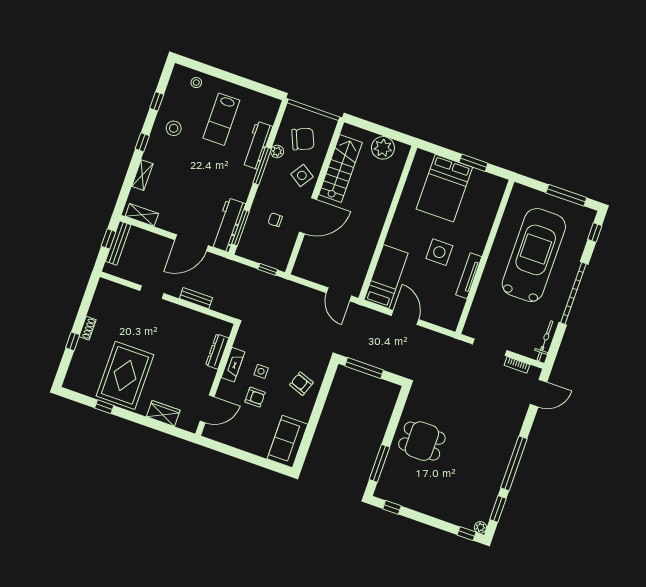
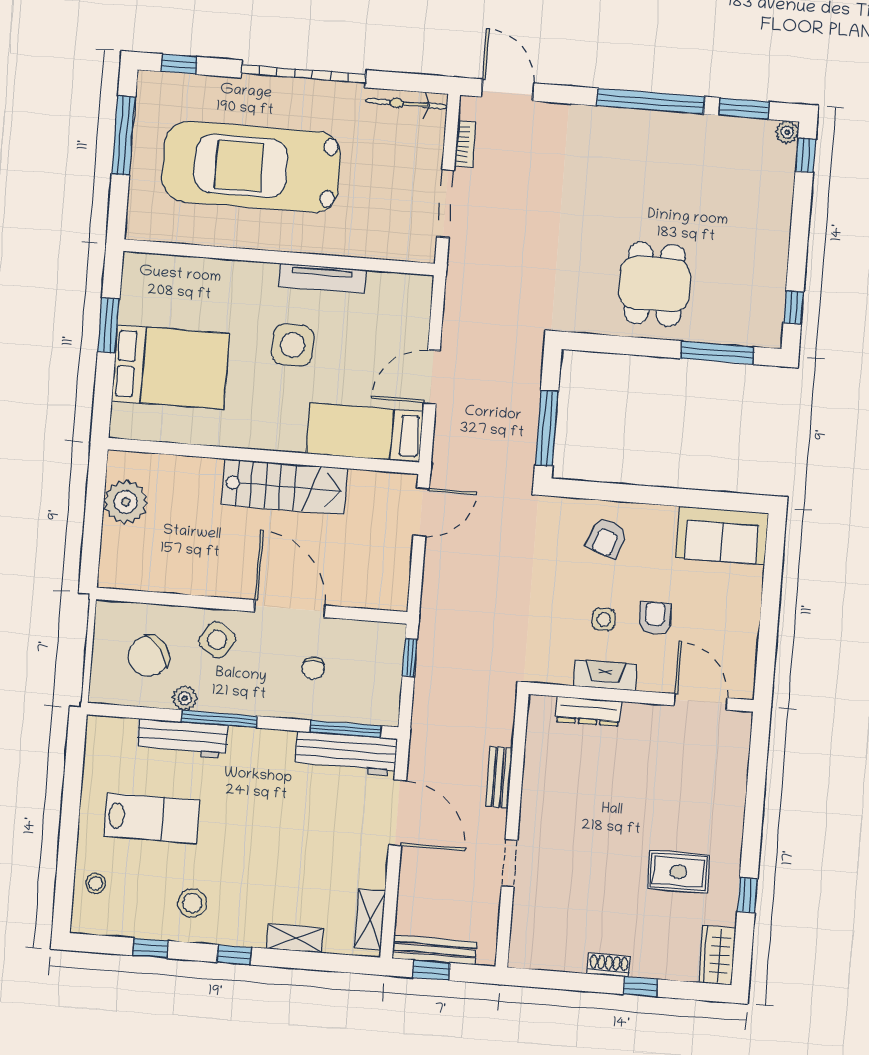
chair: (303, 139) -> (149, 656), turned -105
stairs: (340, 168) -> (284, 487), moved, turned 180
rug: (125, 375) -> (679, 872), width x0.54, depth x0.49
wardrobe: (163, 413) -> (717, 955), moved

